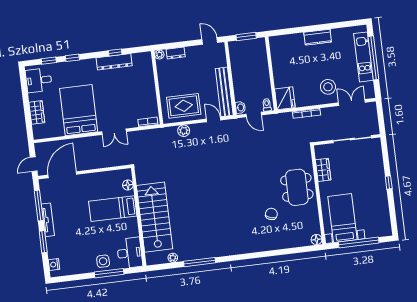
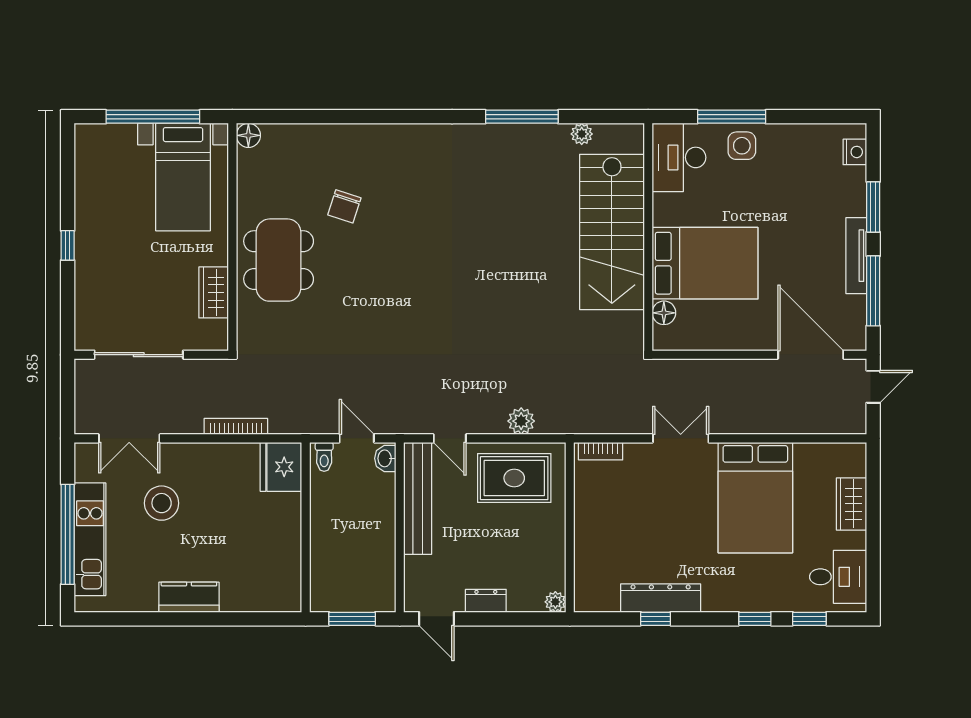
dresser: (176, 53) -> (486, 601), moved
stool: (328, 87) -> (162, 503), moved
door: (62, 175) -> (811, 355), swing flipped
bed: (113, 209) -> (705, 263), width x1.50

